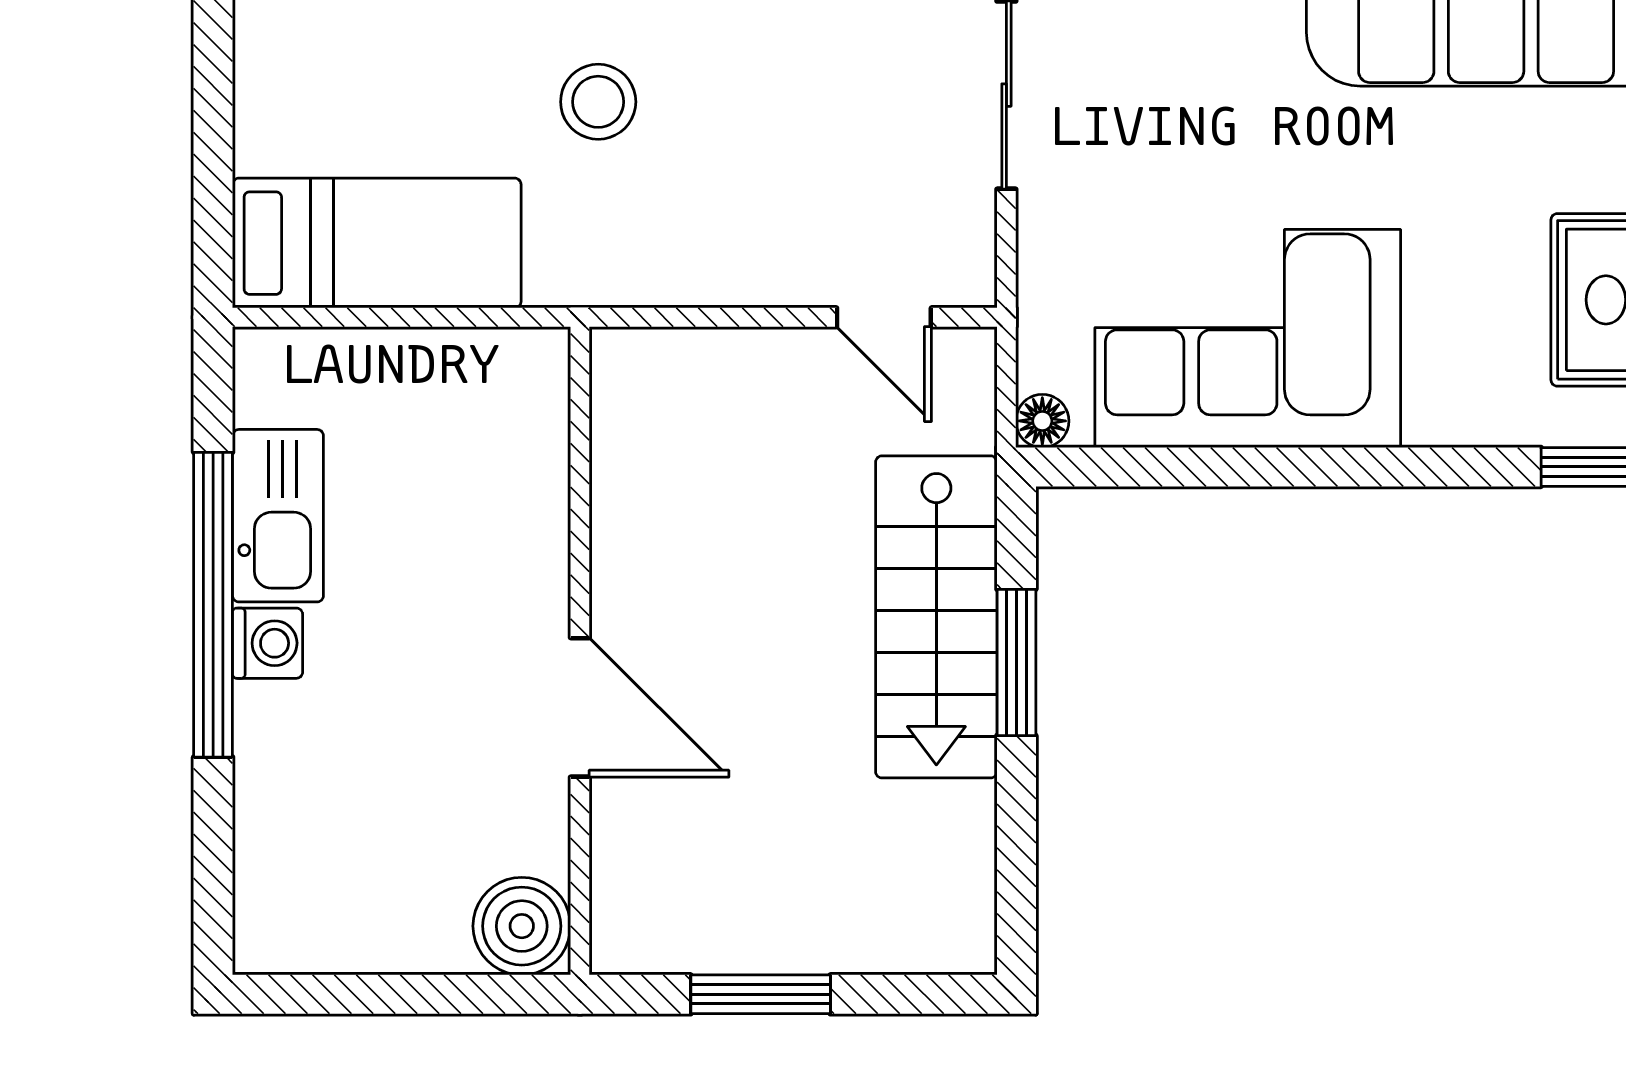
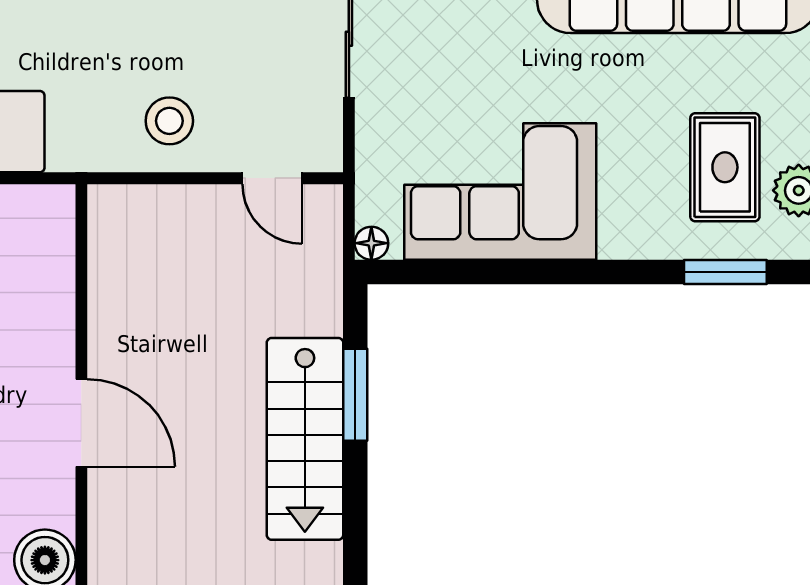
stool: (598, 102) -> (169, 121), moved
stairs: (936, 617) -> (305, 439), moved

